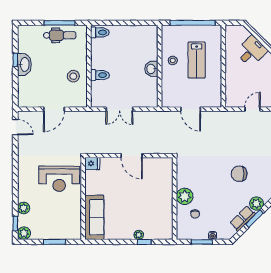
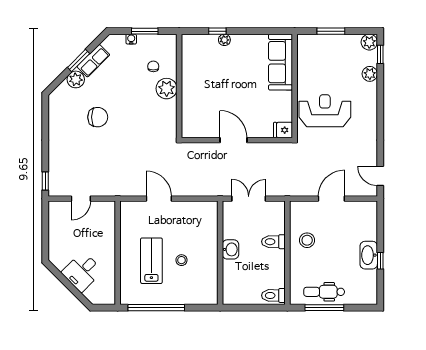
wall: (160, 66) -> (220, 253), moved
washbasin: (151, 69) -> (230, 249), moved

